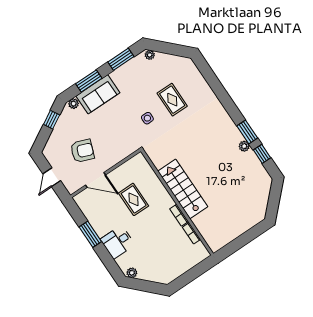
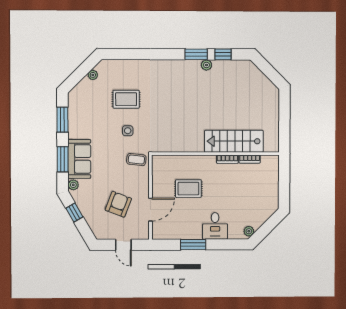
plant: (150, 55) -> (93, 75), moved
coffee table: (129, 141) -> (136, 160), added
stairs: (183, 189) -> (234, 141), moved

